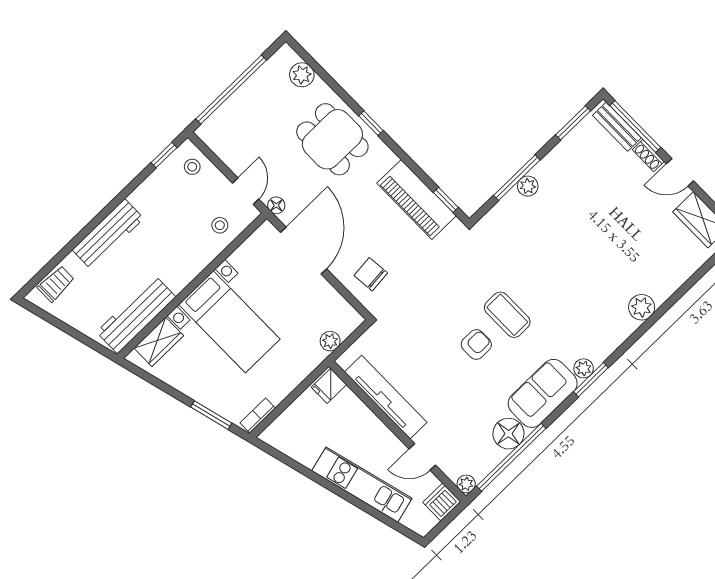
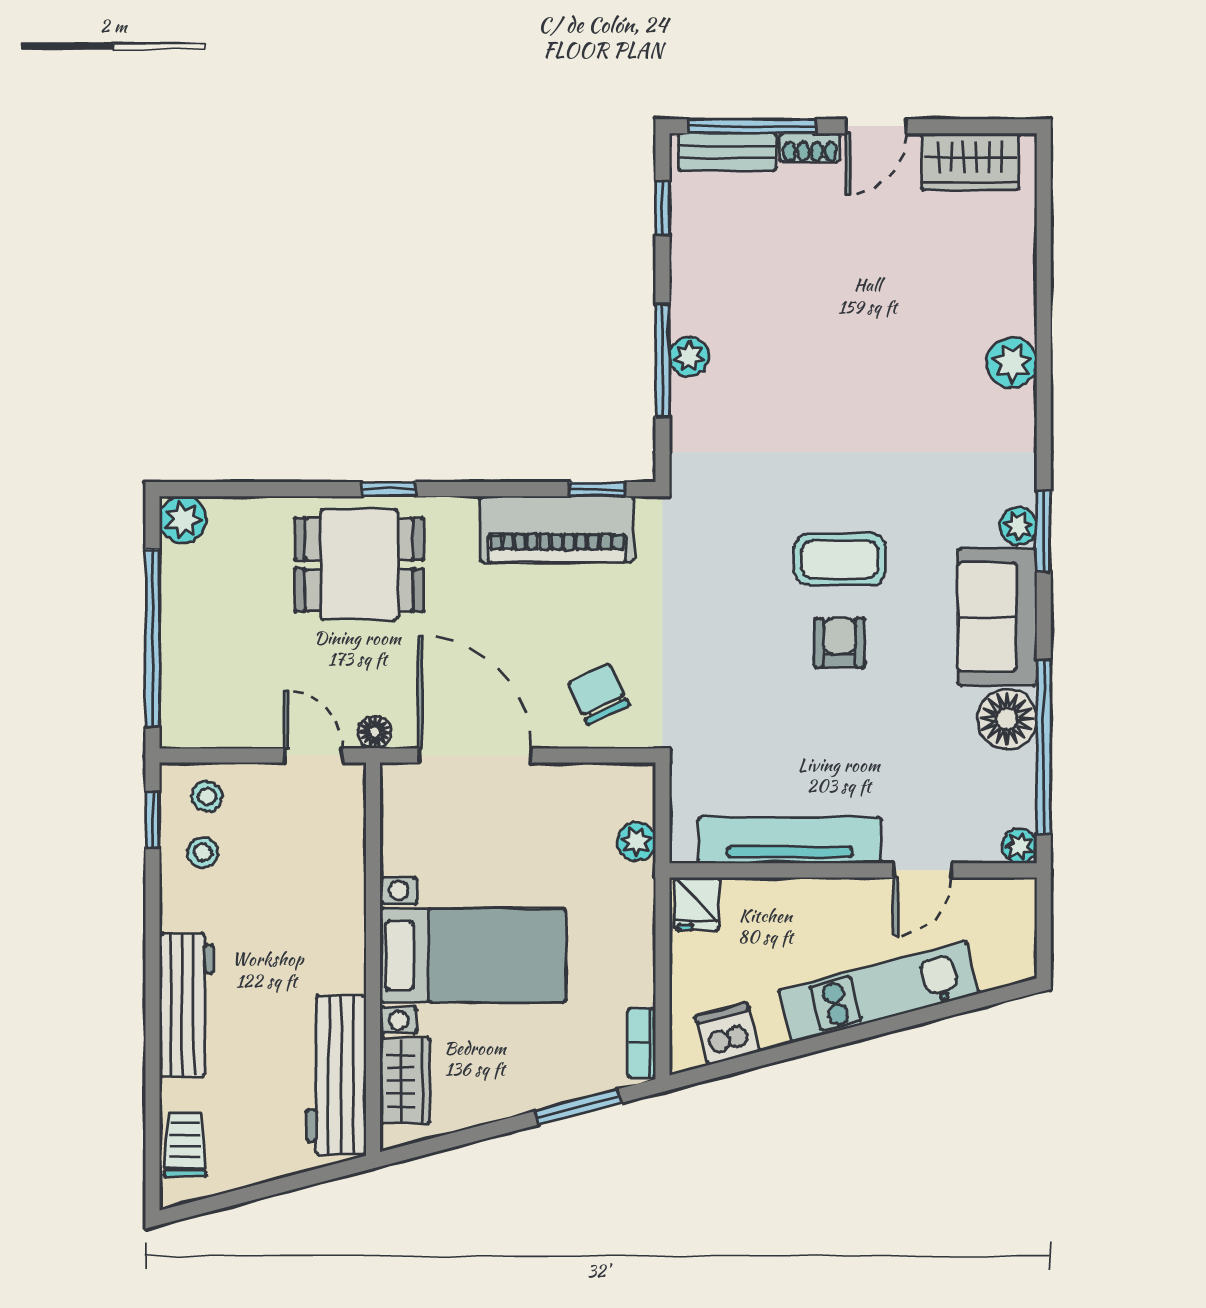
plant: (302, 75) -> (183, 520), moved
window: (573, 123) -> (662, 208), width x0.67
stool: (220, 225) -> (203, 853), moved
chair: (371, 274) -> (599, 694), turned 69
dishwasher: (442, 502) -> (727, 1034), moved, turned 75

